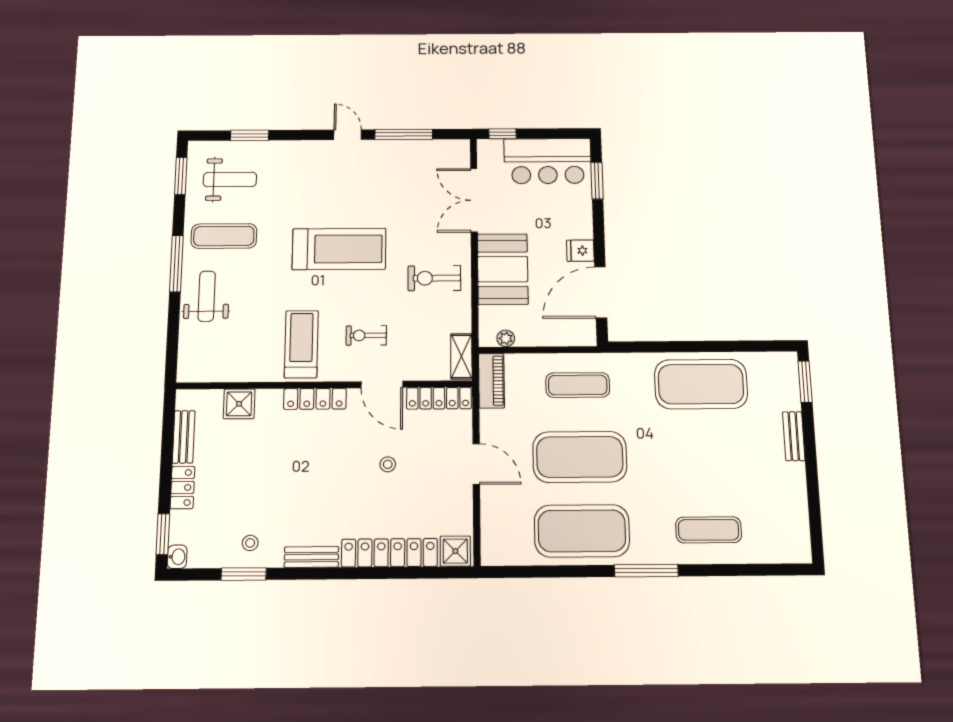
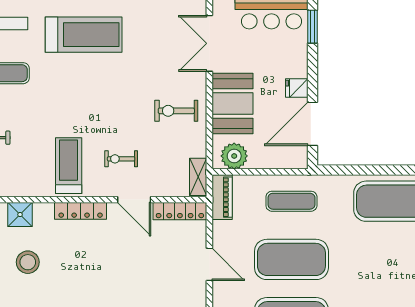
treadmill: (339, 249) -> (84, 35), moved
plant: (506, 338) -> (234, 156), width x1.88, depth x1.88
stool: (388, 464) -> (28, 262), moved, width x1.89, depth x1.89

